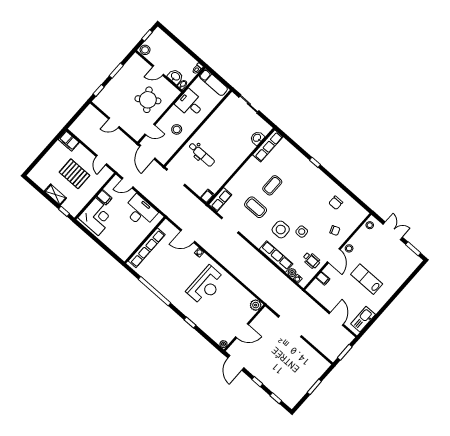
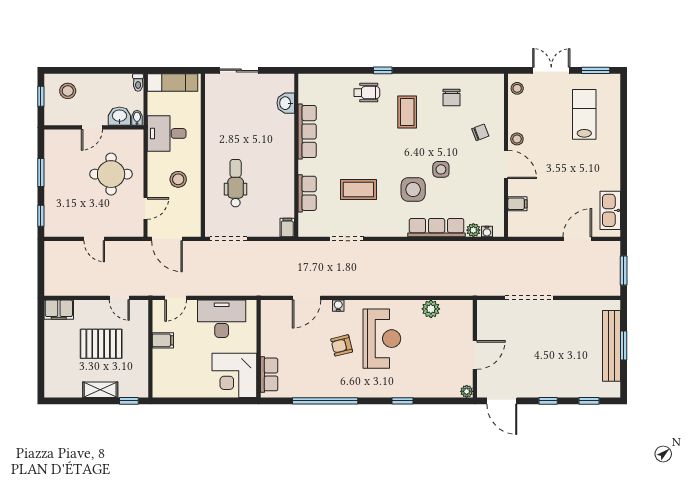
stool: (145, 50) -> (68, 91), moved
round table: (148, 100) -> (111, 174), turned 35
door: (114, 123) -> (94, 239), hinge flipped
row of seats: (268, 146) -> (307, 132), moved
dental chair: (202, 154) -> (236, 183), turned -90
coffee table: (272, 185) -> (407, 112), moved
row of seats: (220, 200) -> (307, 193), moved
corner desk: (97, 217) -> (234, 375), moved, turned 180
row of seats: (147, 248) -> (269, 374), width x0.50
wheelchair: (311, 260) -> (367, 93), moved
armchair: (185, 272) -> (342, 345), added
lab bench: (367, 279) -> (584, 114), moved, turned 90
plant: (256, 305) -> (431, 309), moved
door: (336, 319) -> (577, 239), hinge flipped
bench: (309, 382) -> (612, 346), added

